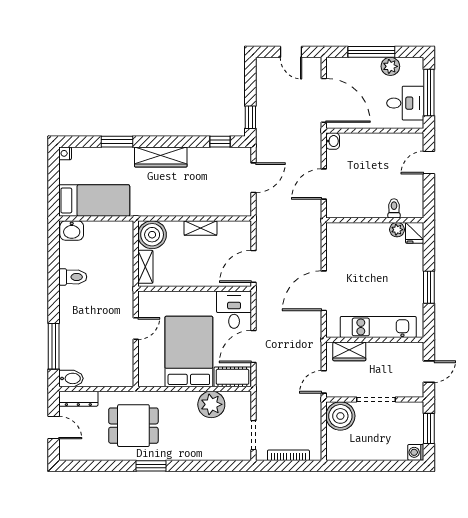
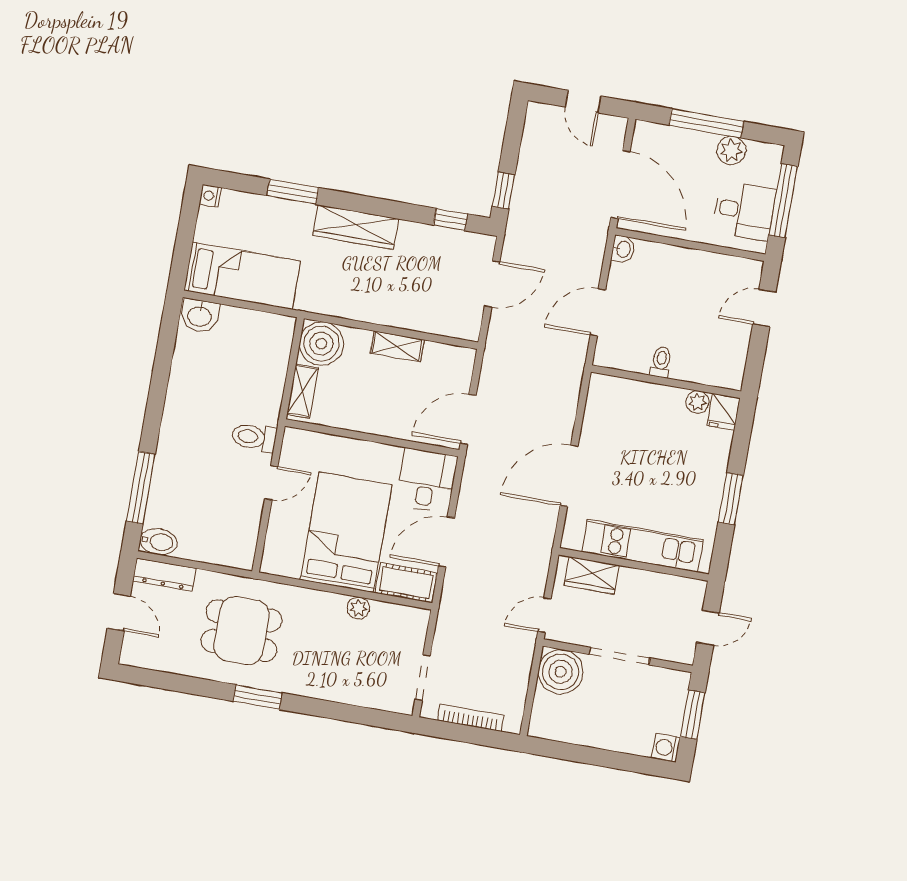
toilet: (394, 208) -> (661, 362), moved
toilet: (73, 277) -> (254, 437), moved, turned 180
plant: (211, 404) -> (358, 608), width x0.53, depth x0.53

